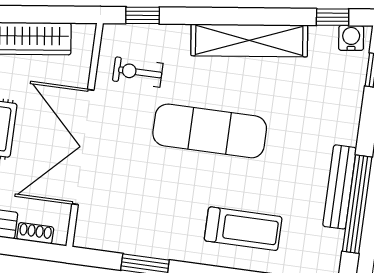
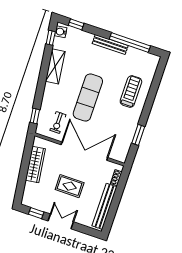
shelving: (249, 40) -> (55, 66), width x0.68
double door: (83, 147) -> (84, 151), swing flipped
bench: (340, 187) -> (110, 45), moved

